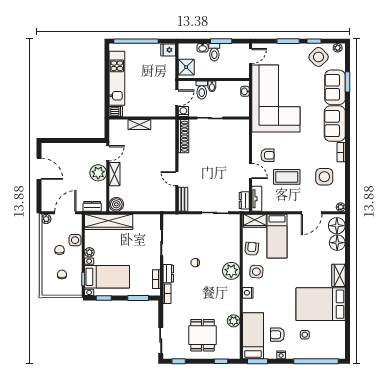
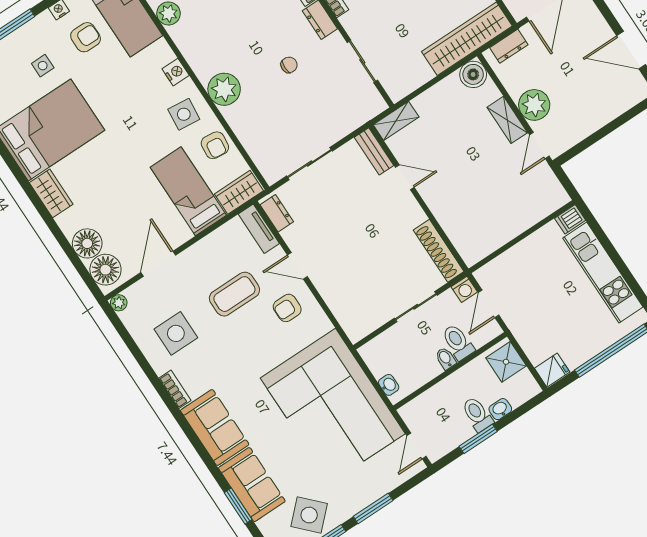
shelving: (139, 125) -> (396, 121), moved

